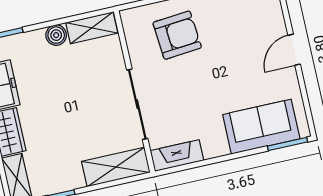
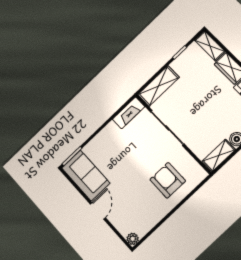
armchair: (177, 35) -> (168, 180), turned 95
sofa: (261, 127) -> (86, 176), moved, turned -90

